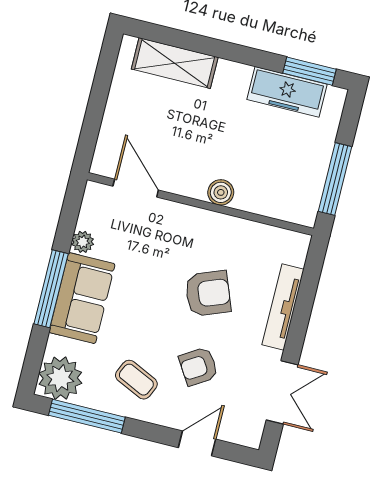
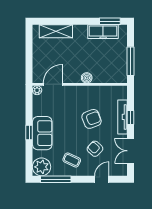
door: (136, 188) -> (53, 84), hinge flipped
plant: (83, 242) -> (37, 90), moved
window: (51, 289) -> (29, 132), width x0.46
window: (302, 313) -> (131, 117), added
armchair: (199, 366) -> (95, 149), turned 75
double door: (282, 392) -> (131, 151), swing flipped

